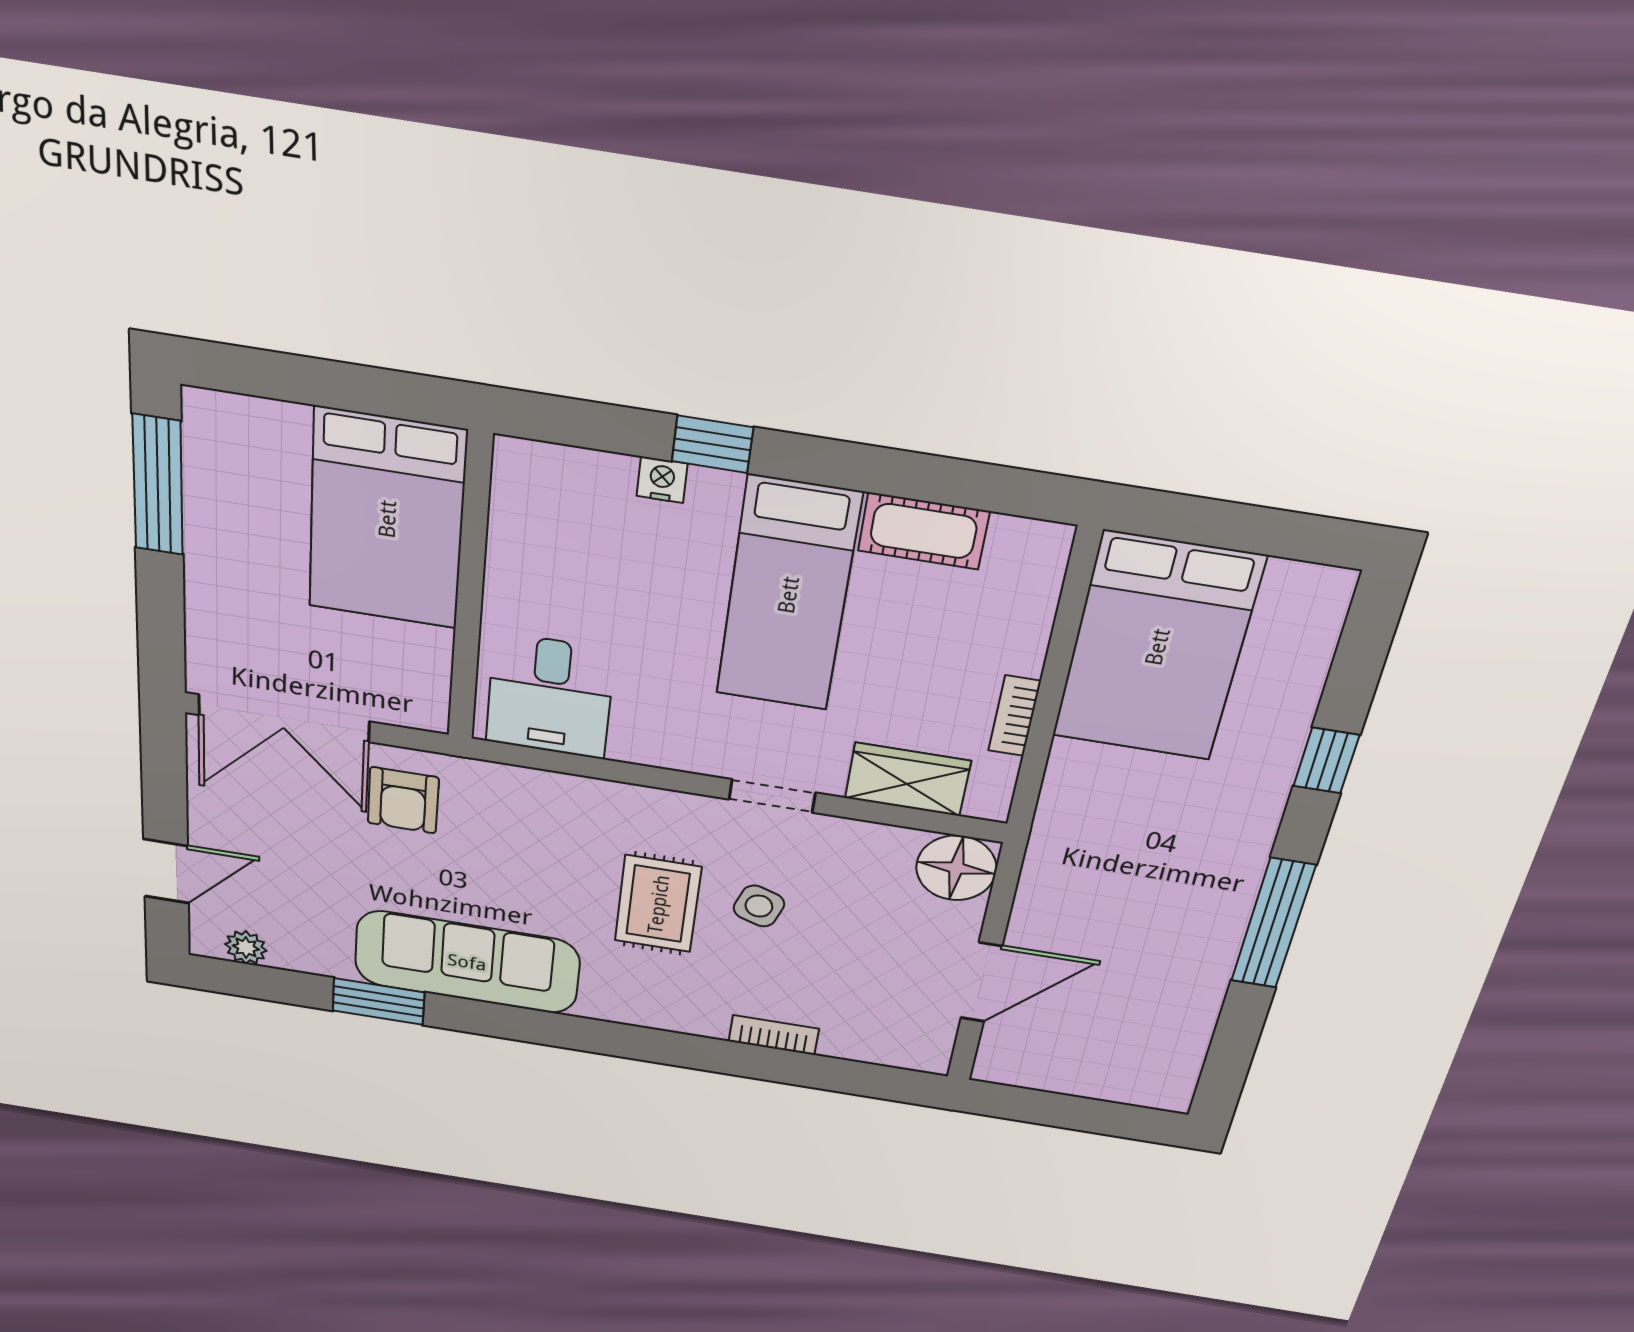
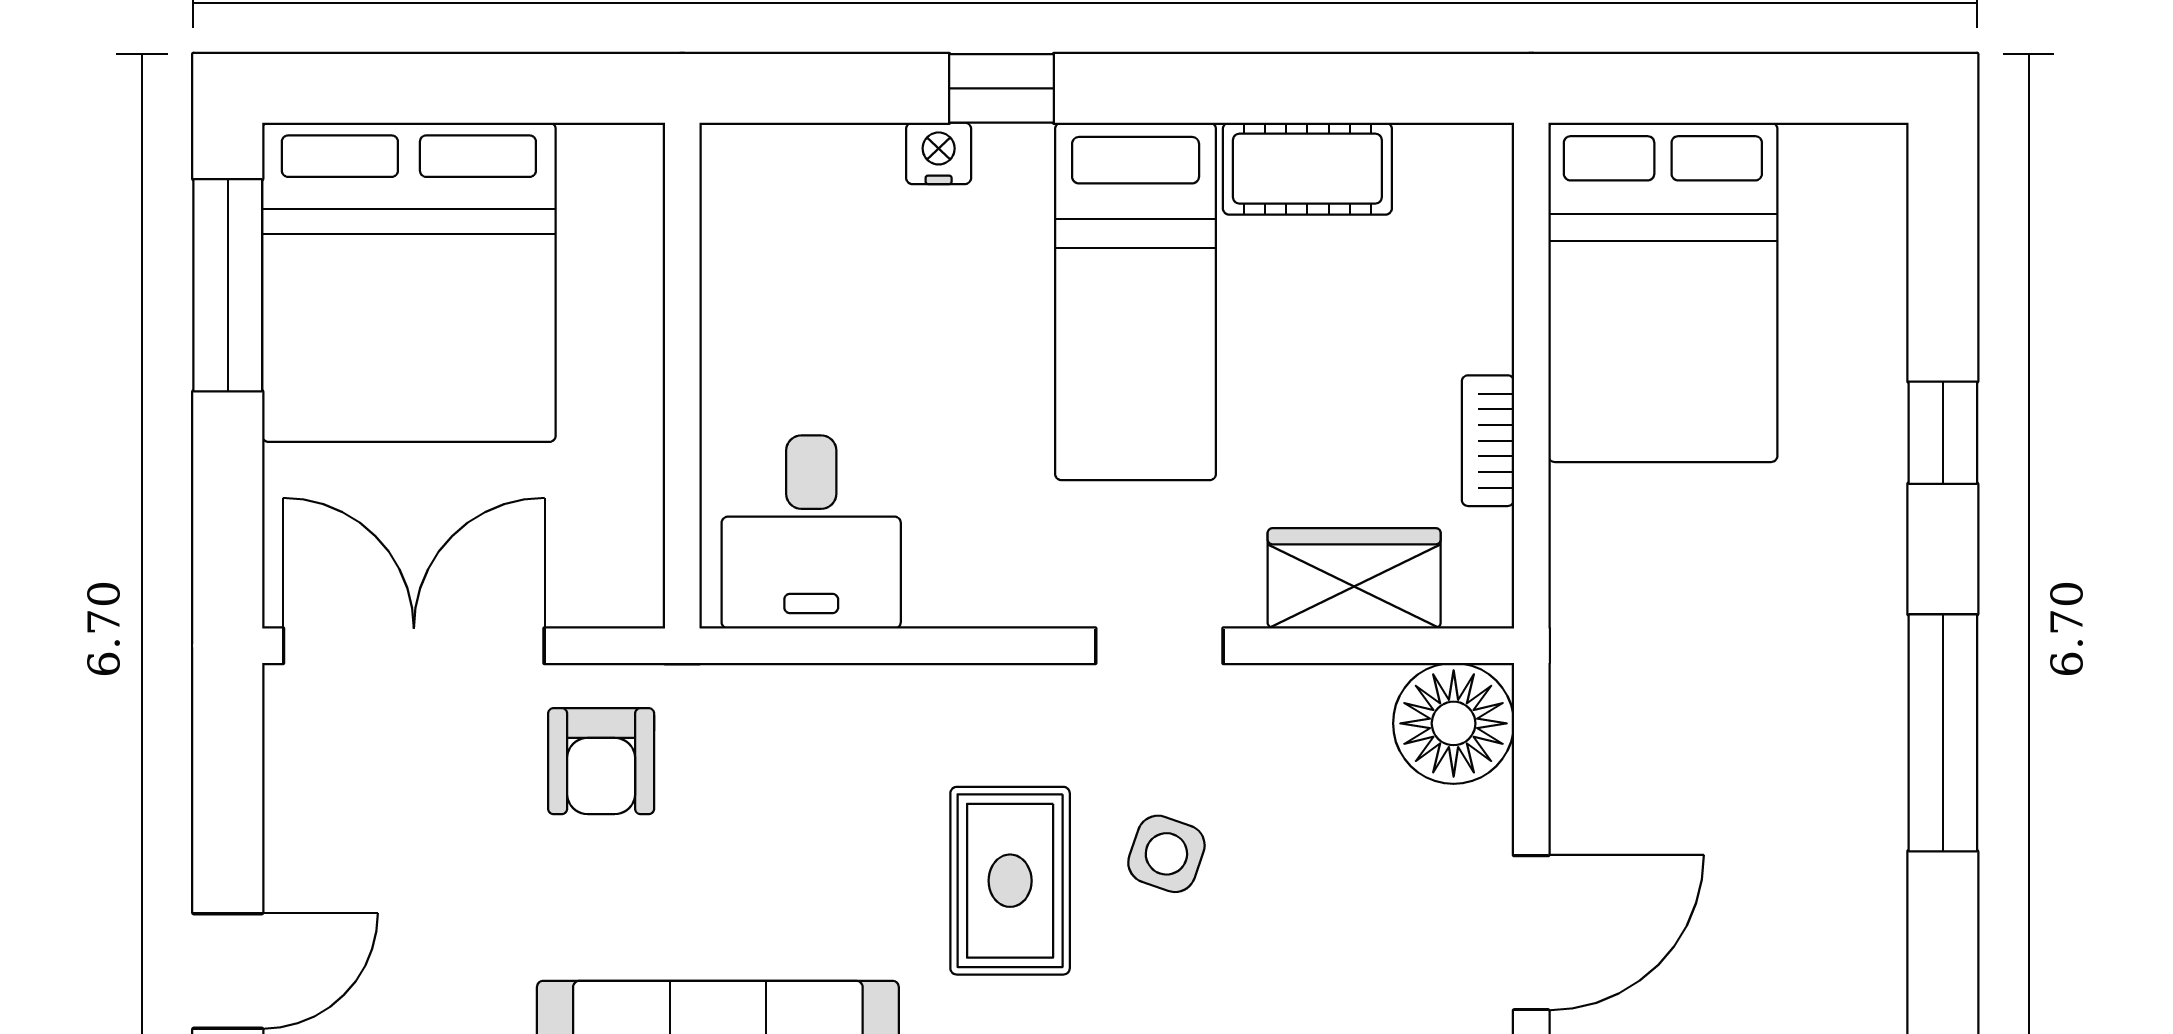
bed: (387, 519) -> (409, 282), moved, width x1.36
double door: (284, 718) -> (414, 646), swing flipped

